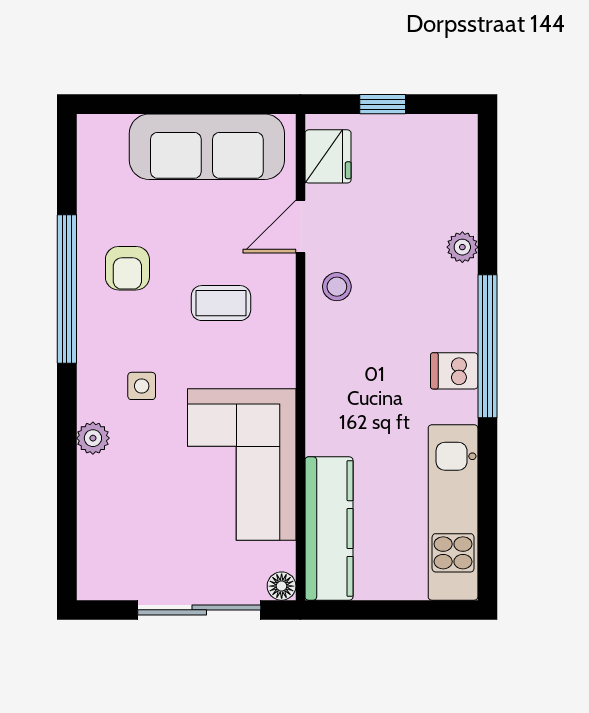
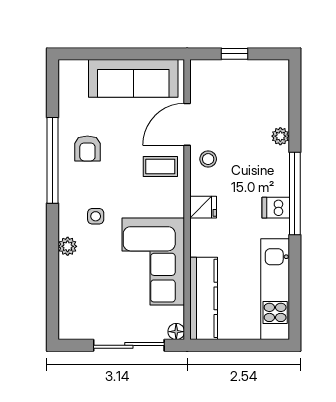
fridge: (328, 156) -> (203, 207), moved, width x0.72
door: (300, 226) -> (187, 124), width x1.37
coffee table: (221, 303) -> (160, 166), moved

